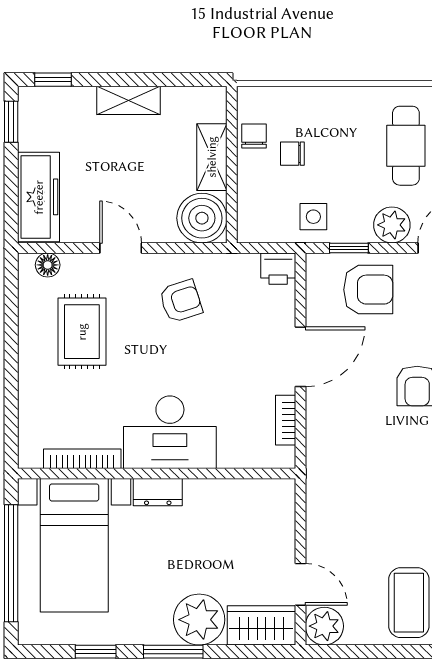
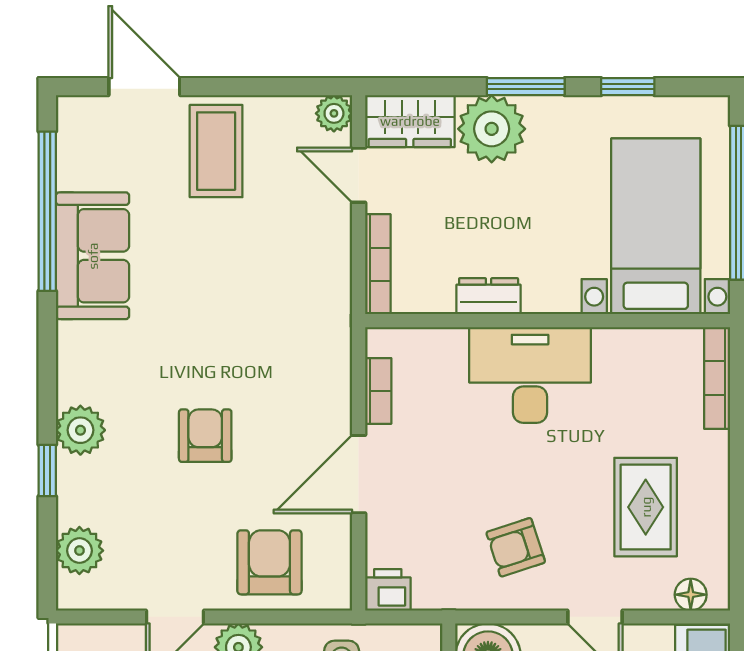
window: (349, 248) -> (295, 617), removed
armchair: (368, 290) -> (269, 562), turned 90
bookcase: (82, 459) -> (717, 378), moved, turned 90
dresser: (158, 492) -> (489, 296), moved
bookcase: (286, 516) -> (378, 264), added
plant: (324, 626) -> (334, 113), width x0.73, depth x0.73

